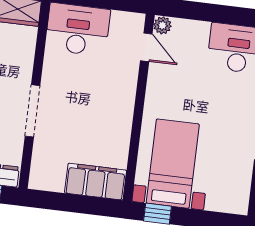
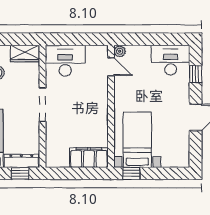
doorway: (32, 111) -> (42, 105), moved

